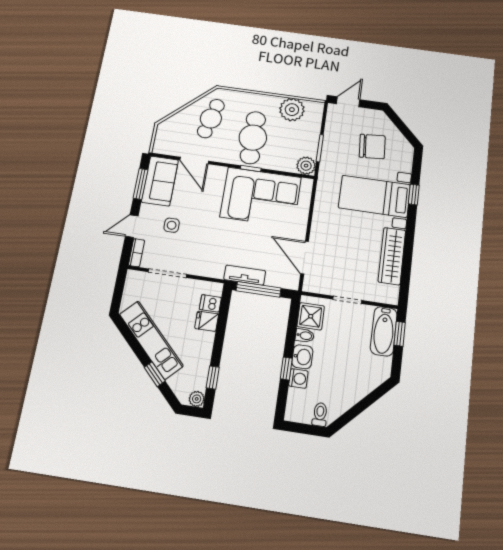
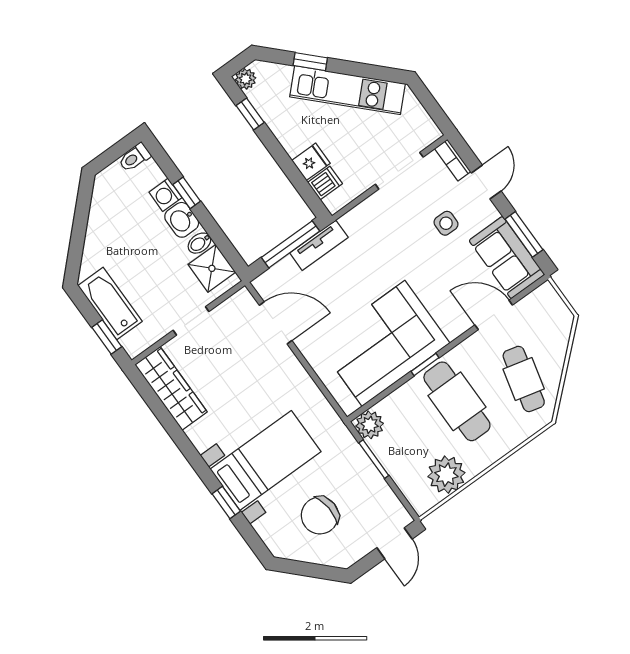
wardrobe: (392, 256) -> (171, 388), moved
bathtub: (384, 331) -> (110, 303), moved
toilet: (320, 414) -> (135, 158), moved, turned 90

